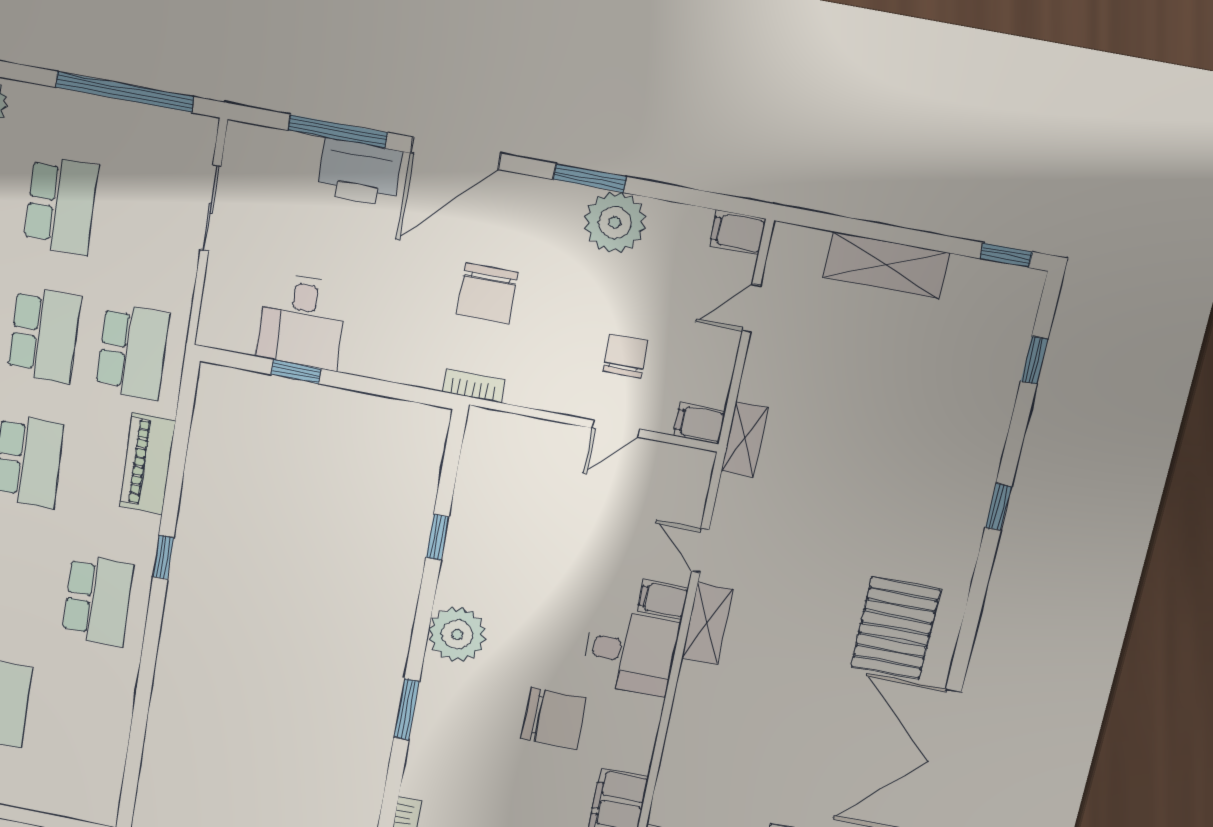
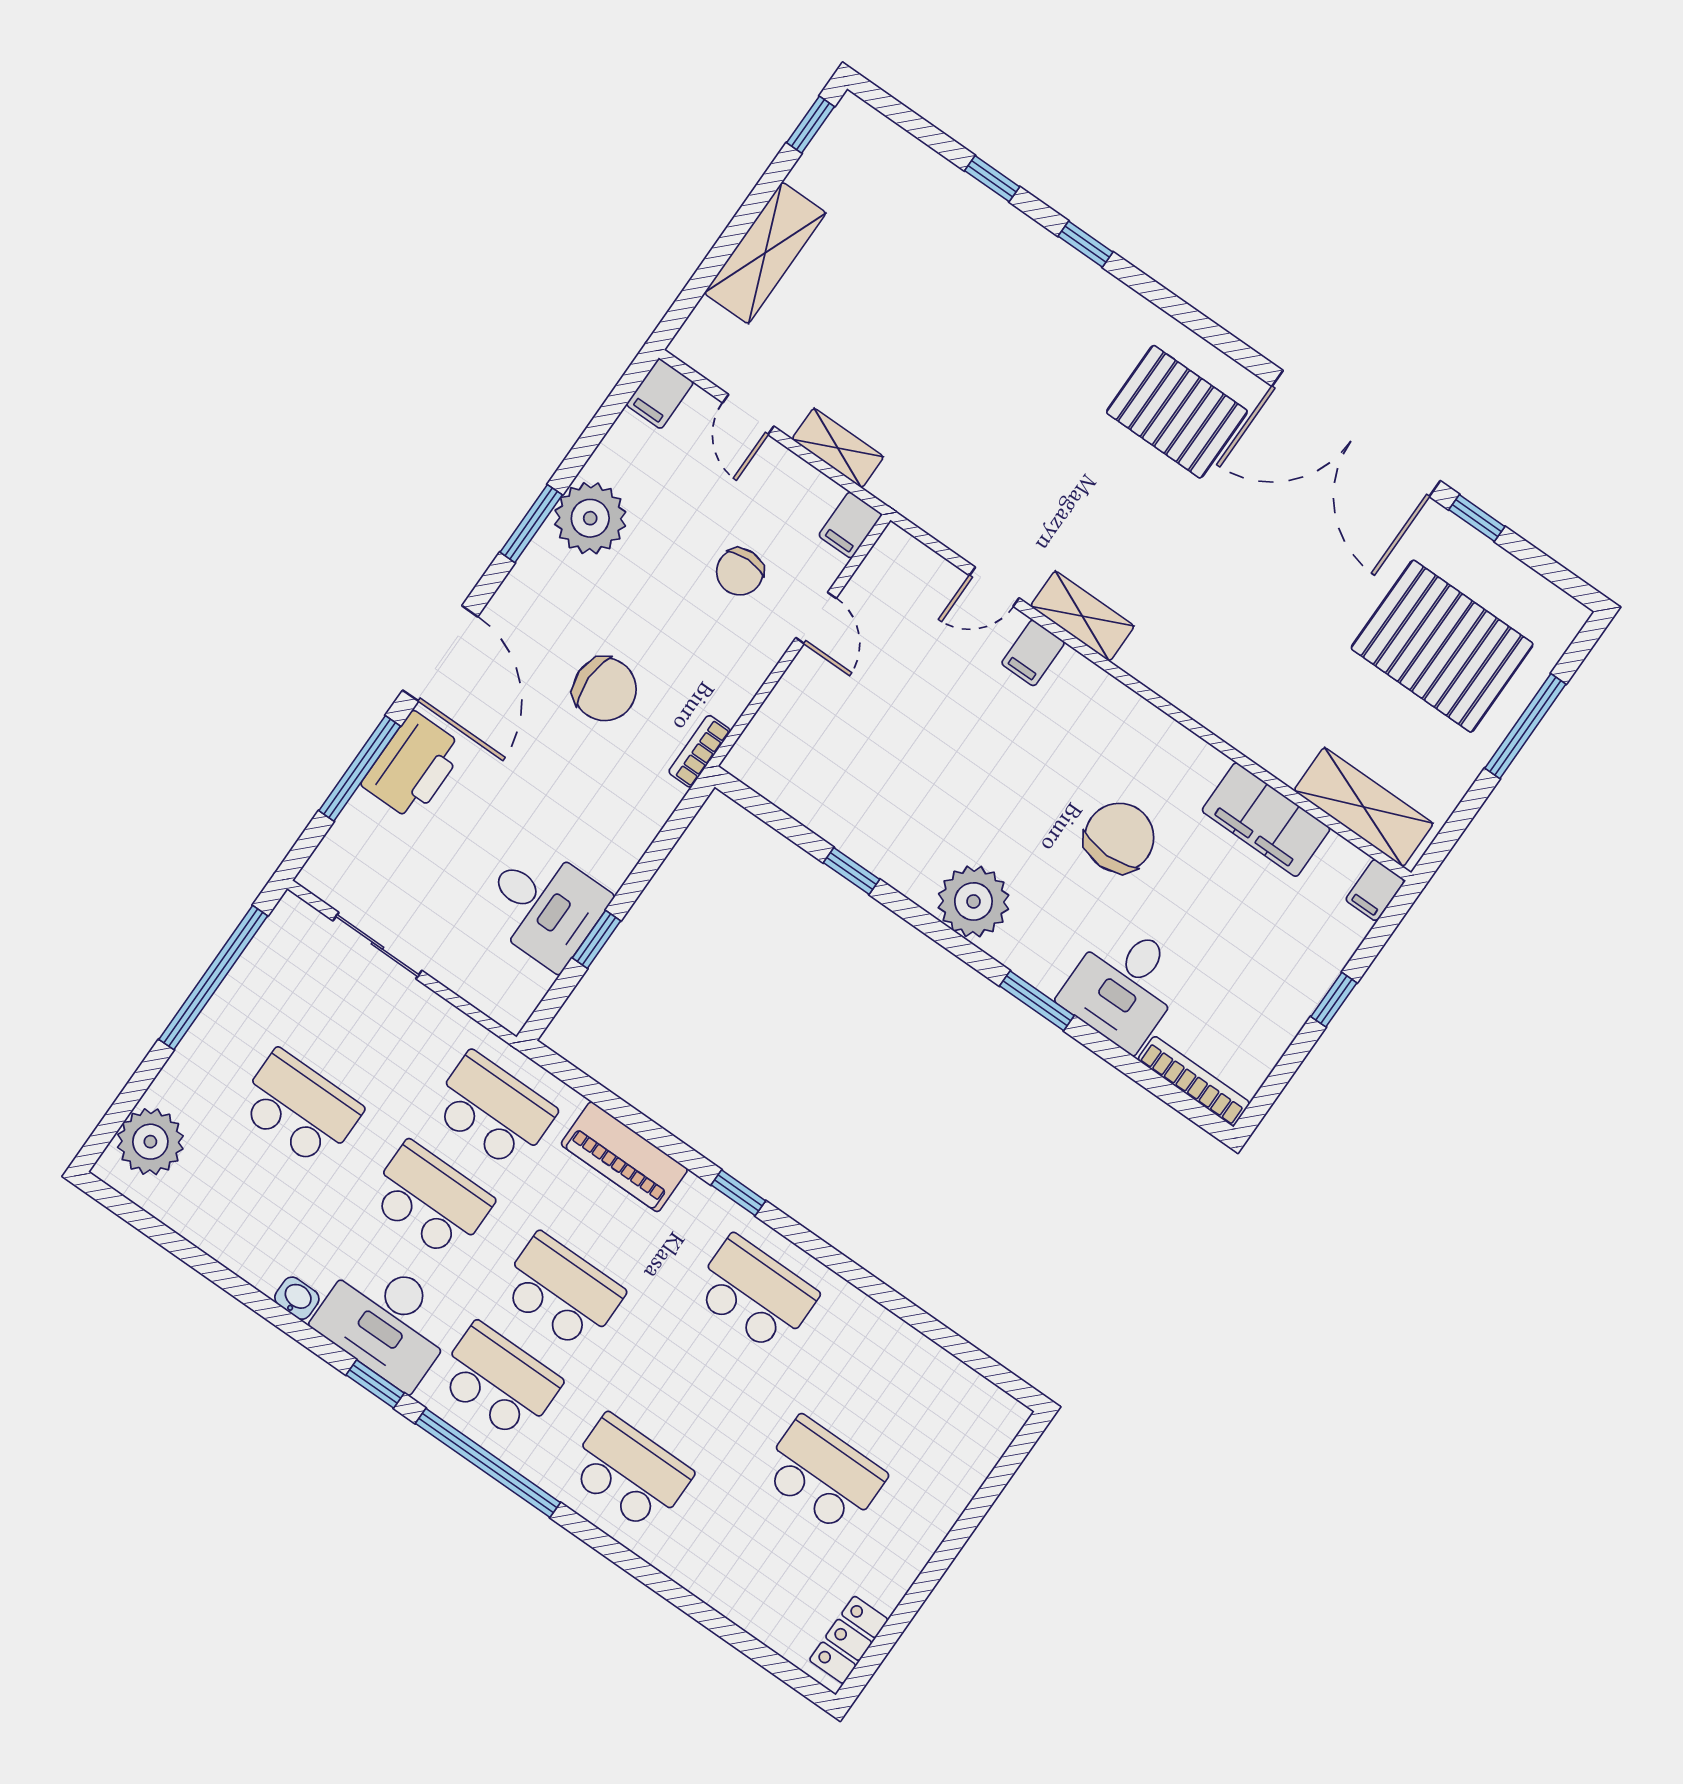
chair: (625, 356) -> (740, 572), turned -90
window: (1034, 360) -> (992, 179), moved
shelving: (744, 439) -> (838, 448), moved
desk: (630, 652) -> (1124, 986), moved, turned 180

